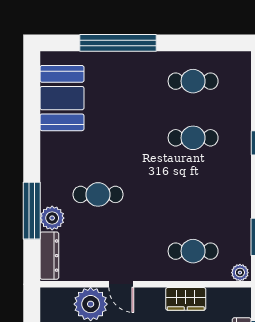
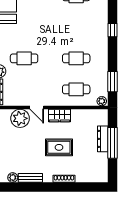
cafe table: (193, 138) -> (76, 58), moved
wardrobe: (186, 299) -> (59, 116), moved

